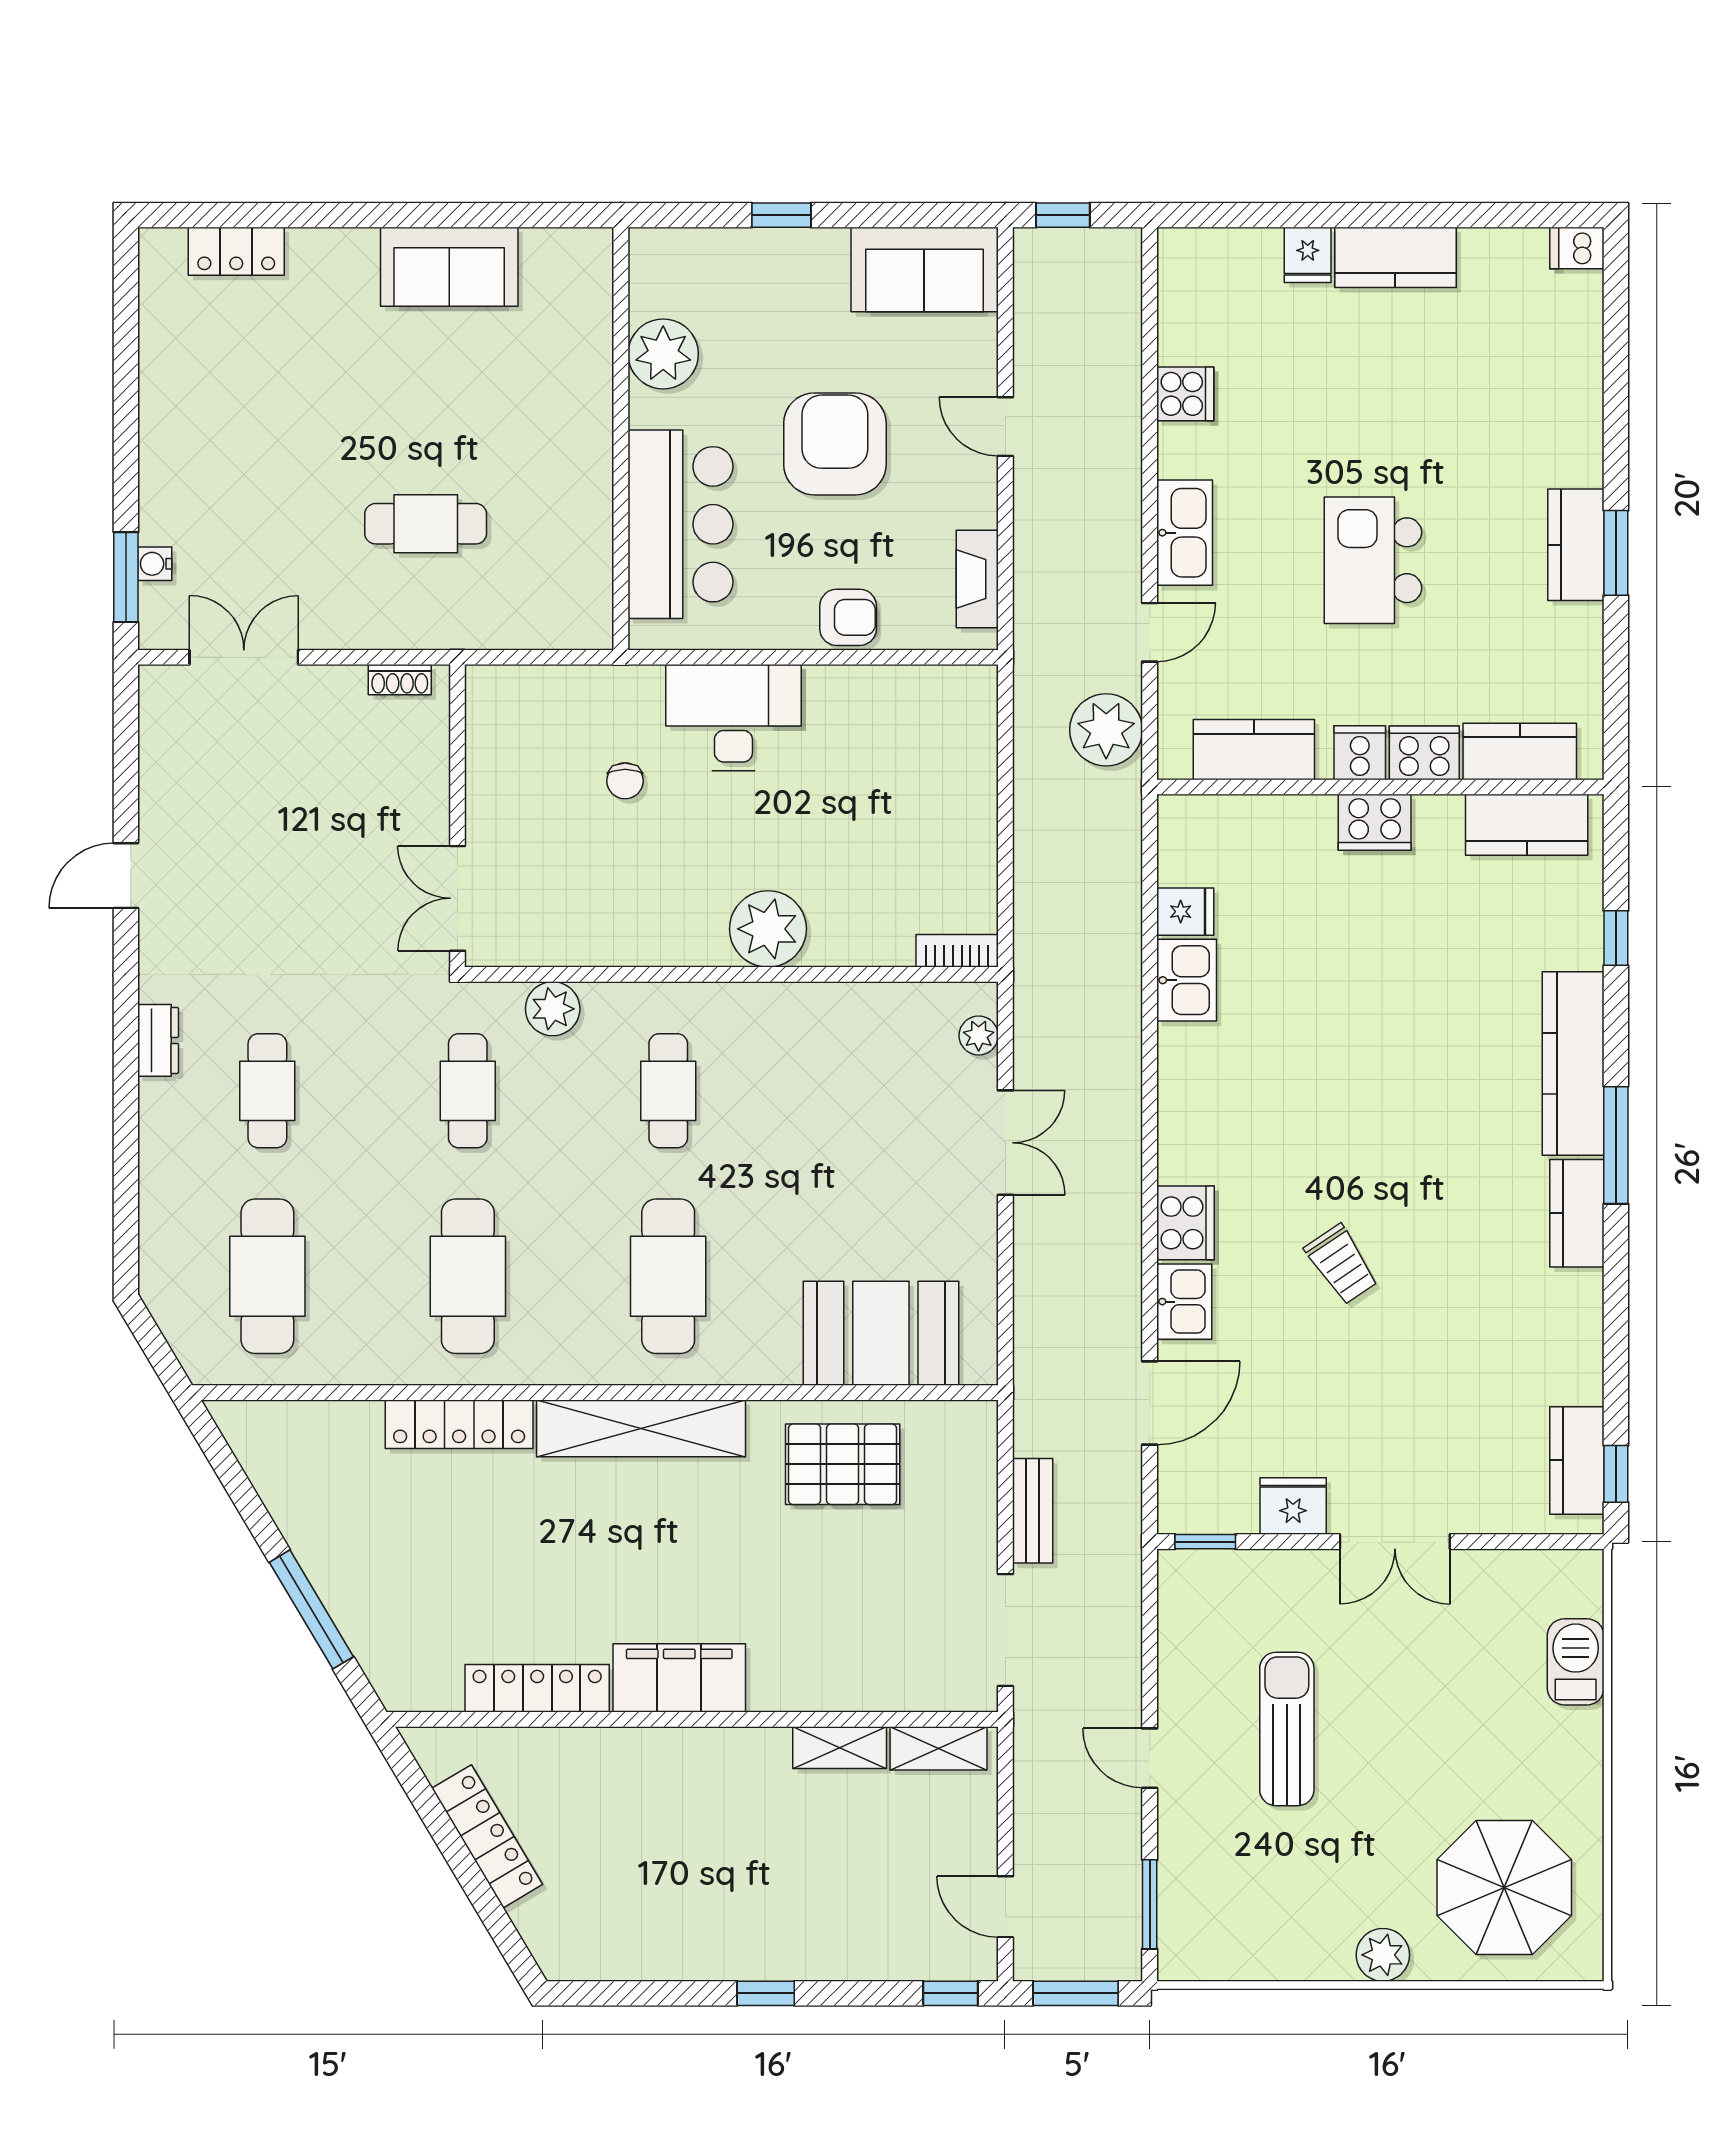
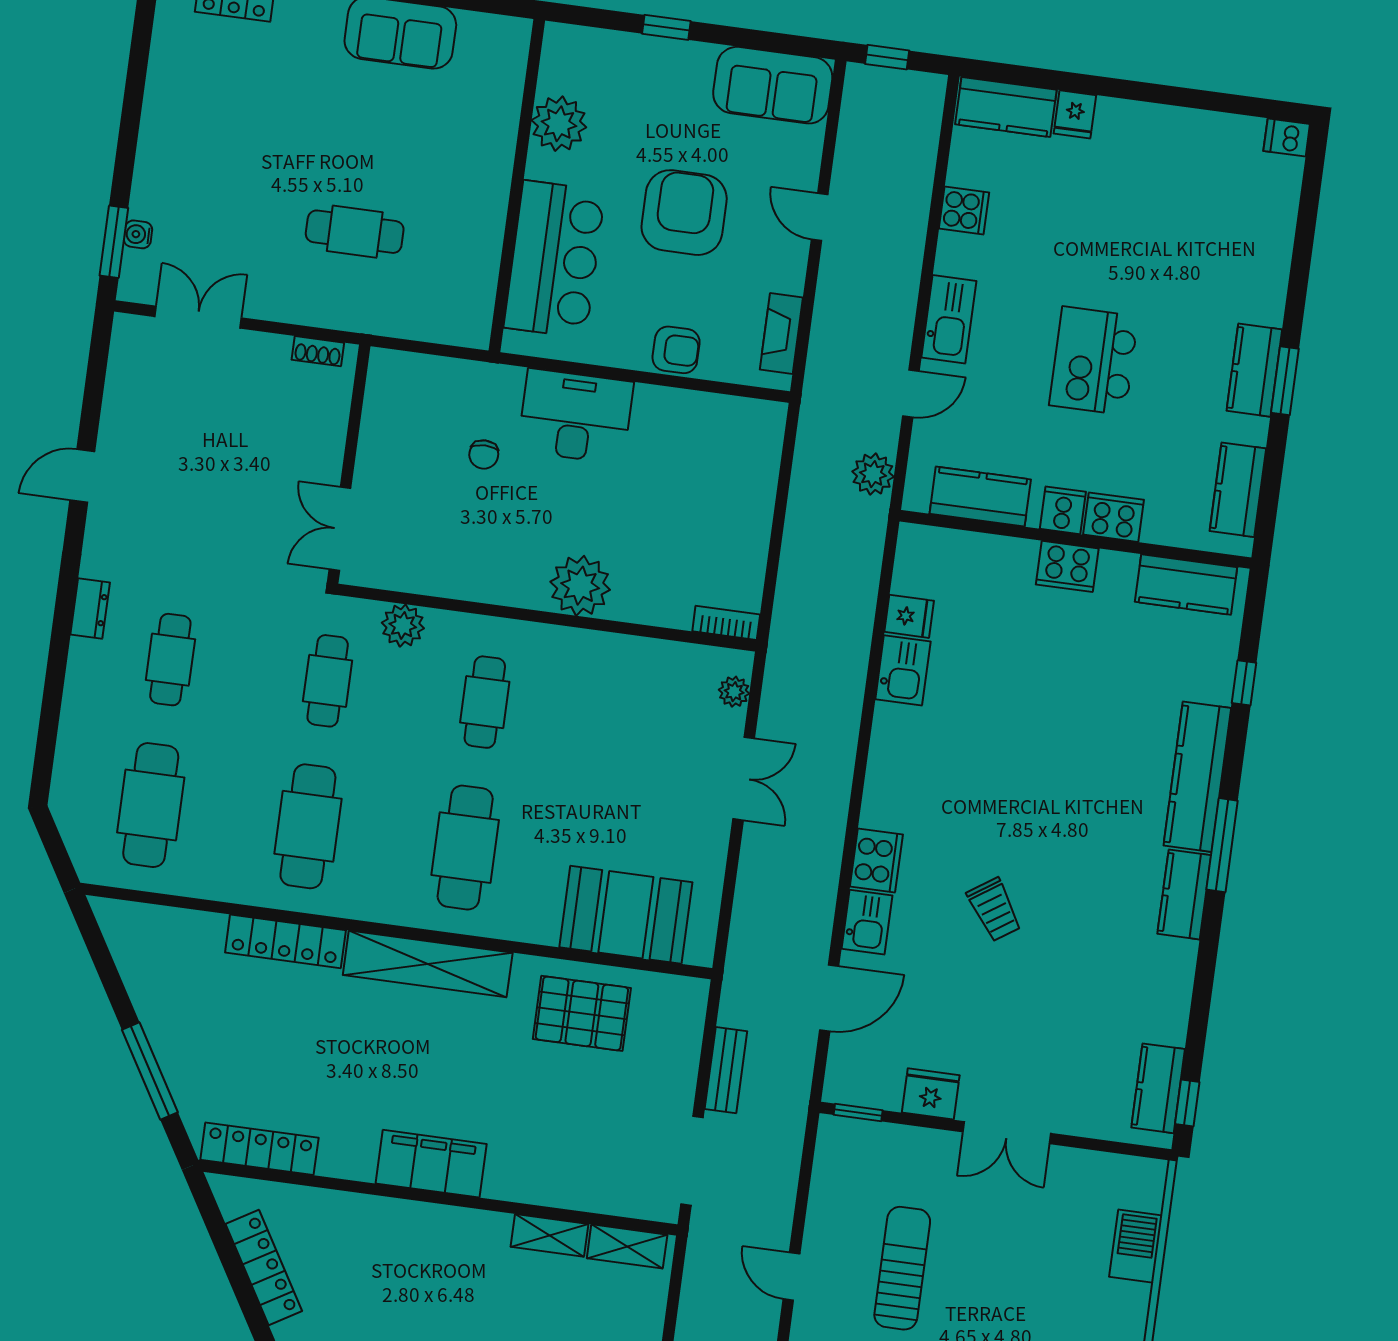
kitchen counter: (1395, 257) -> (1006, 107), moved
plant: (1106, 730) -> (873, 474), width x0.73, depth x0.73
kitchen counter: (1520, 751) -> (1238, 490), moved, turned -90
locker: (537, 1688) -> (259, 1149), moved

